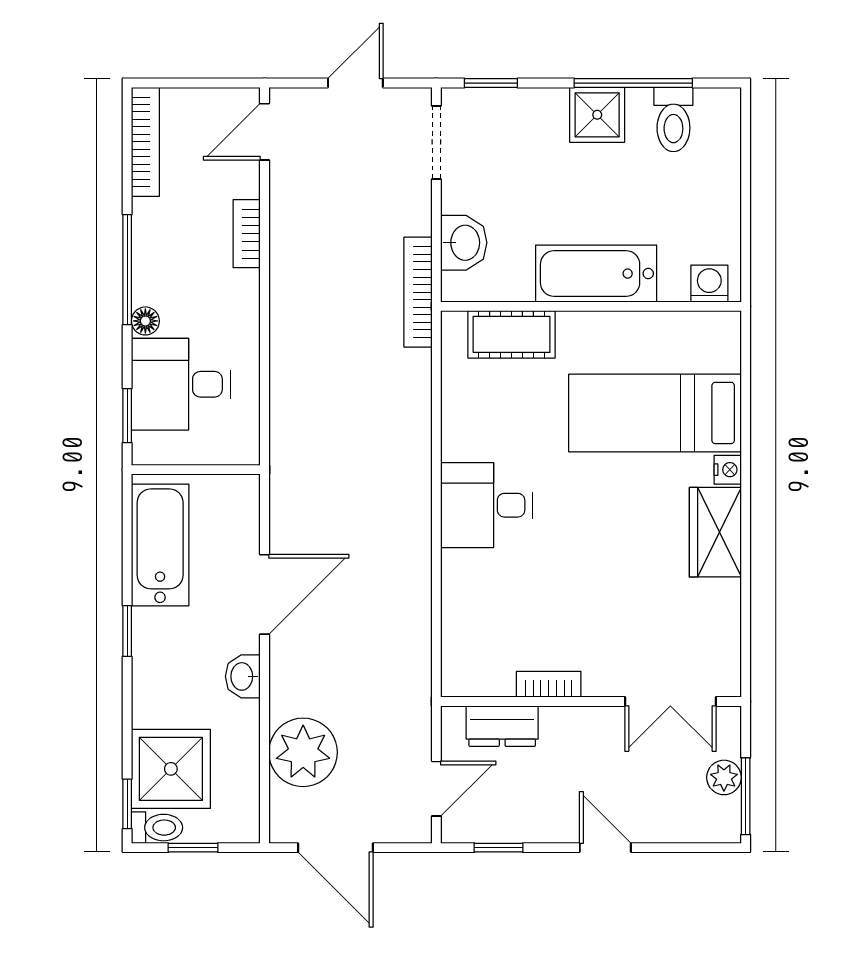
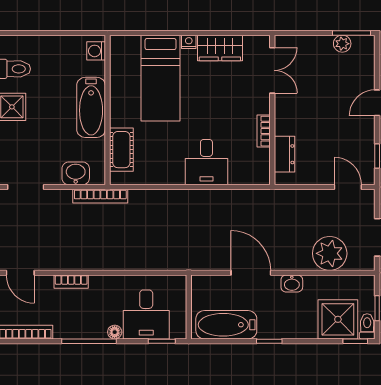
bookcase: (549, 684) -> (264, 131), moved
wall: (591, 702) -> (272, 110), moved
double door: (670, 702) -> (272, 70), moved
dresser: (502, 726) -> (284, 154), moved

